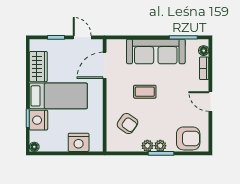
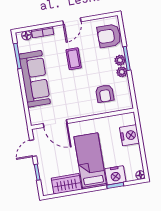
coffee table: (145, 92) -> (74, 59), moved
armchair: (128, 124) -> (105, 94), turned 145
armchair: (188, 138) -> (109, 36), turned -90

